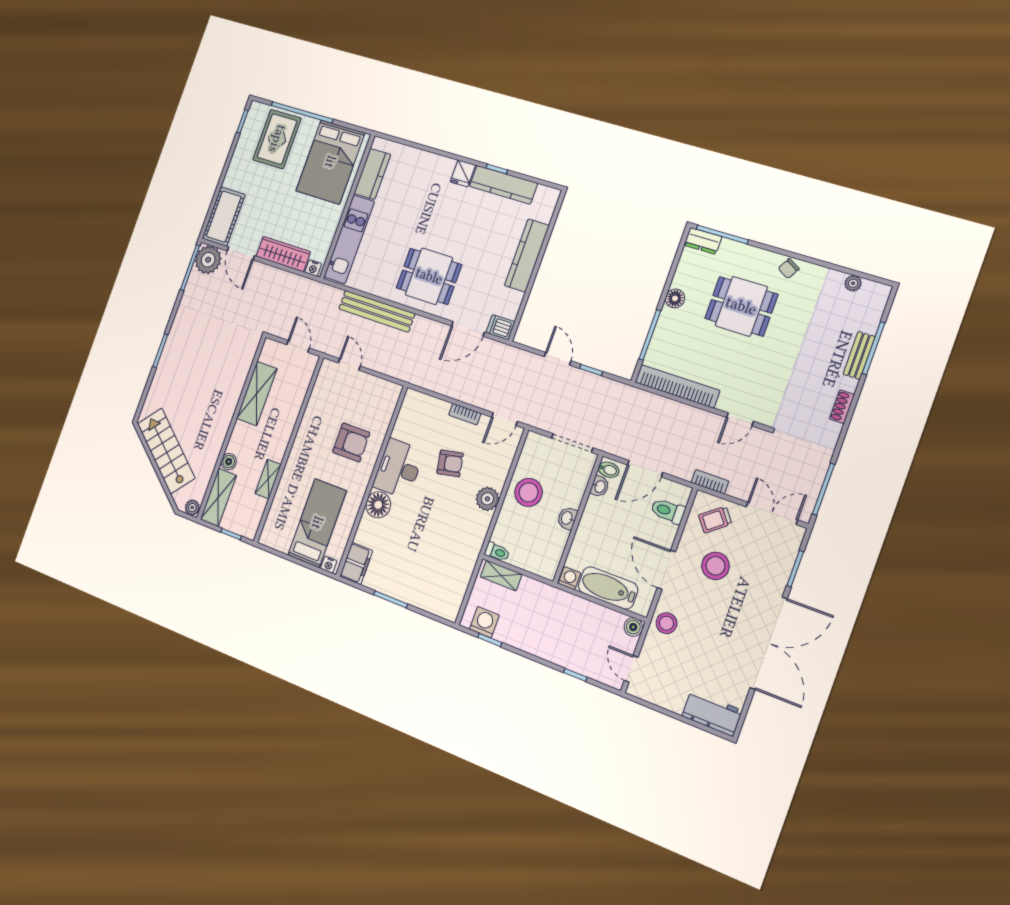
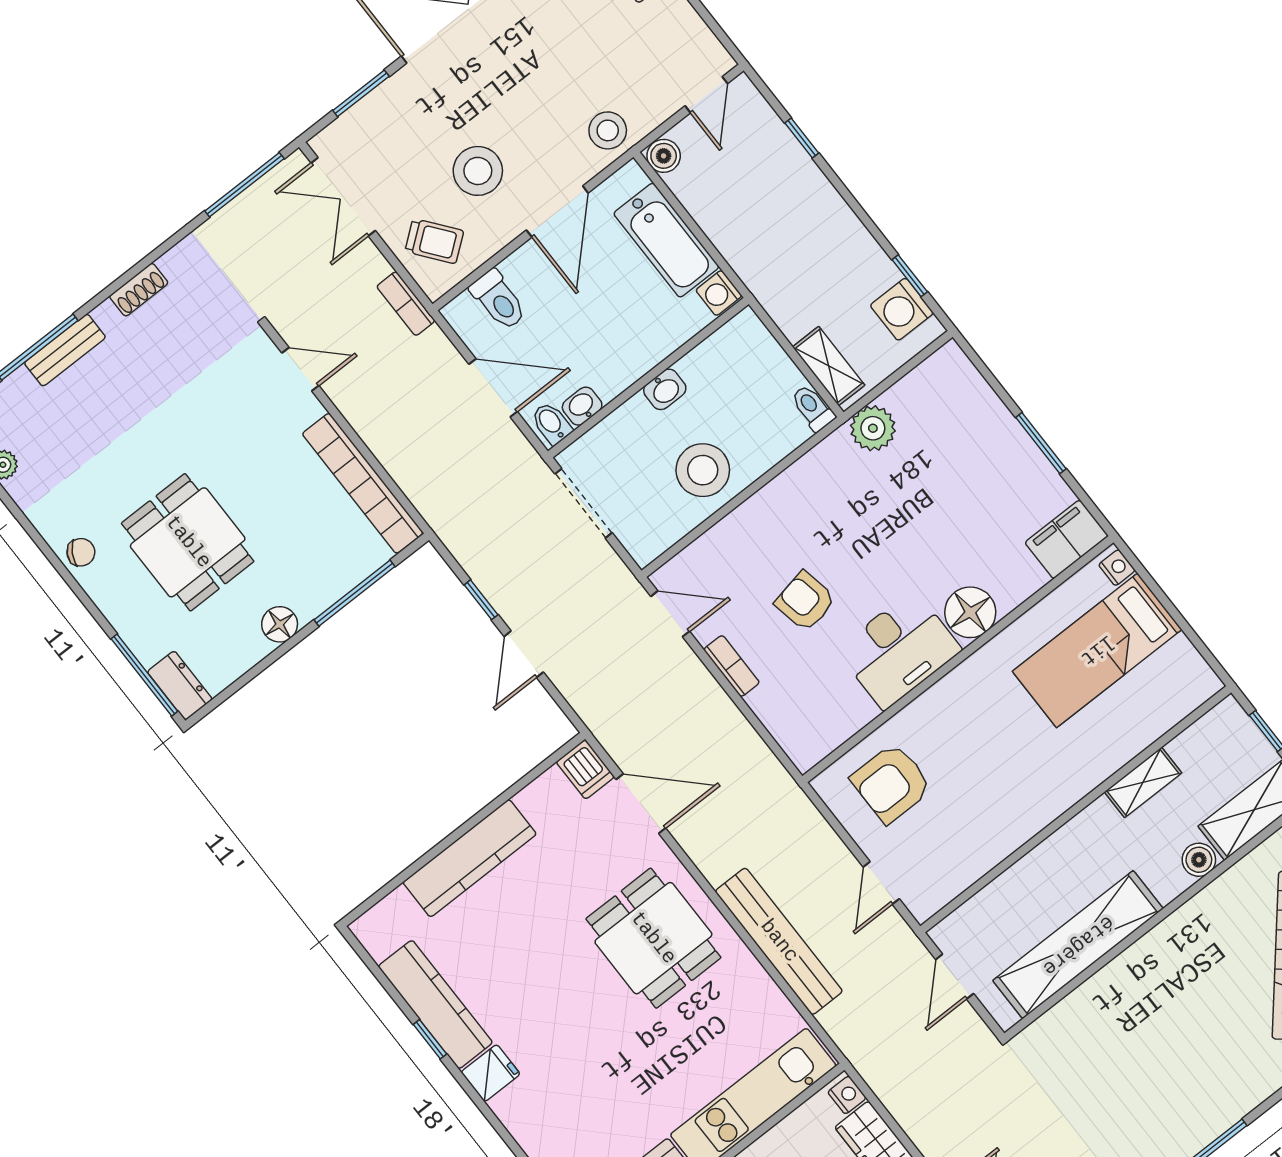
shelving: (257, 394) -> (1078, 945), width x1.47
armchair: (351, 442) -> (891, 783), moved, turned -90
plant: (487, 499) -> (873, 428), moved

